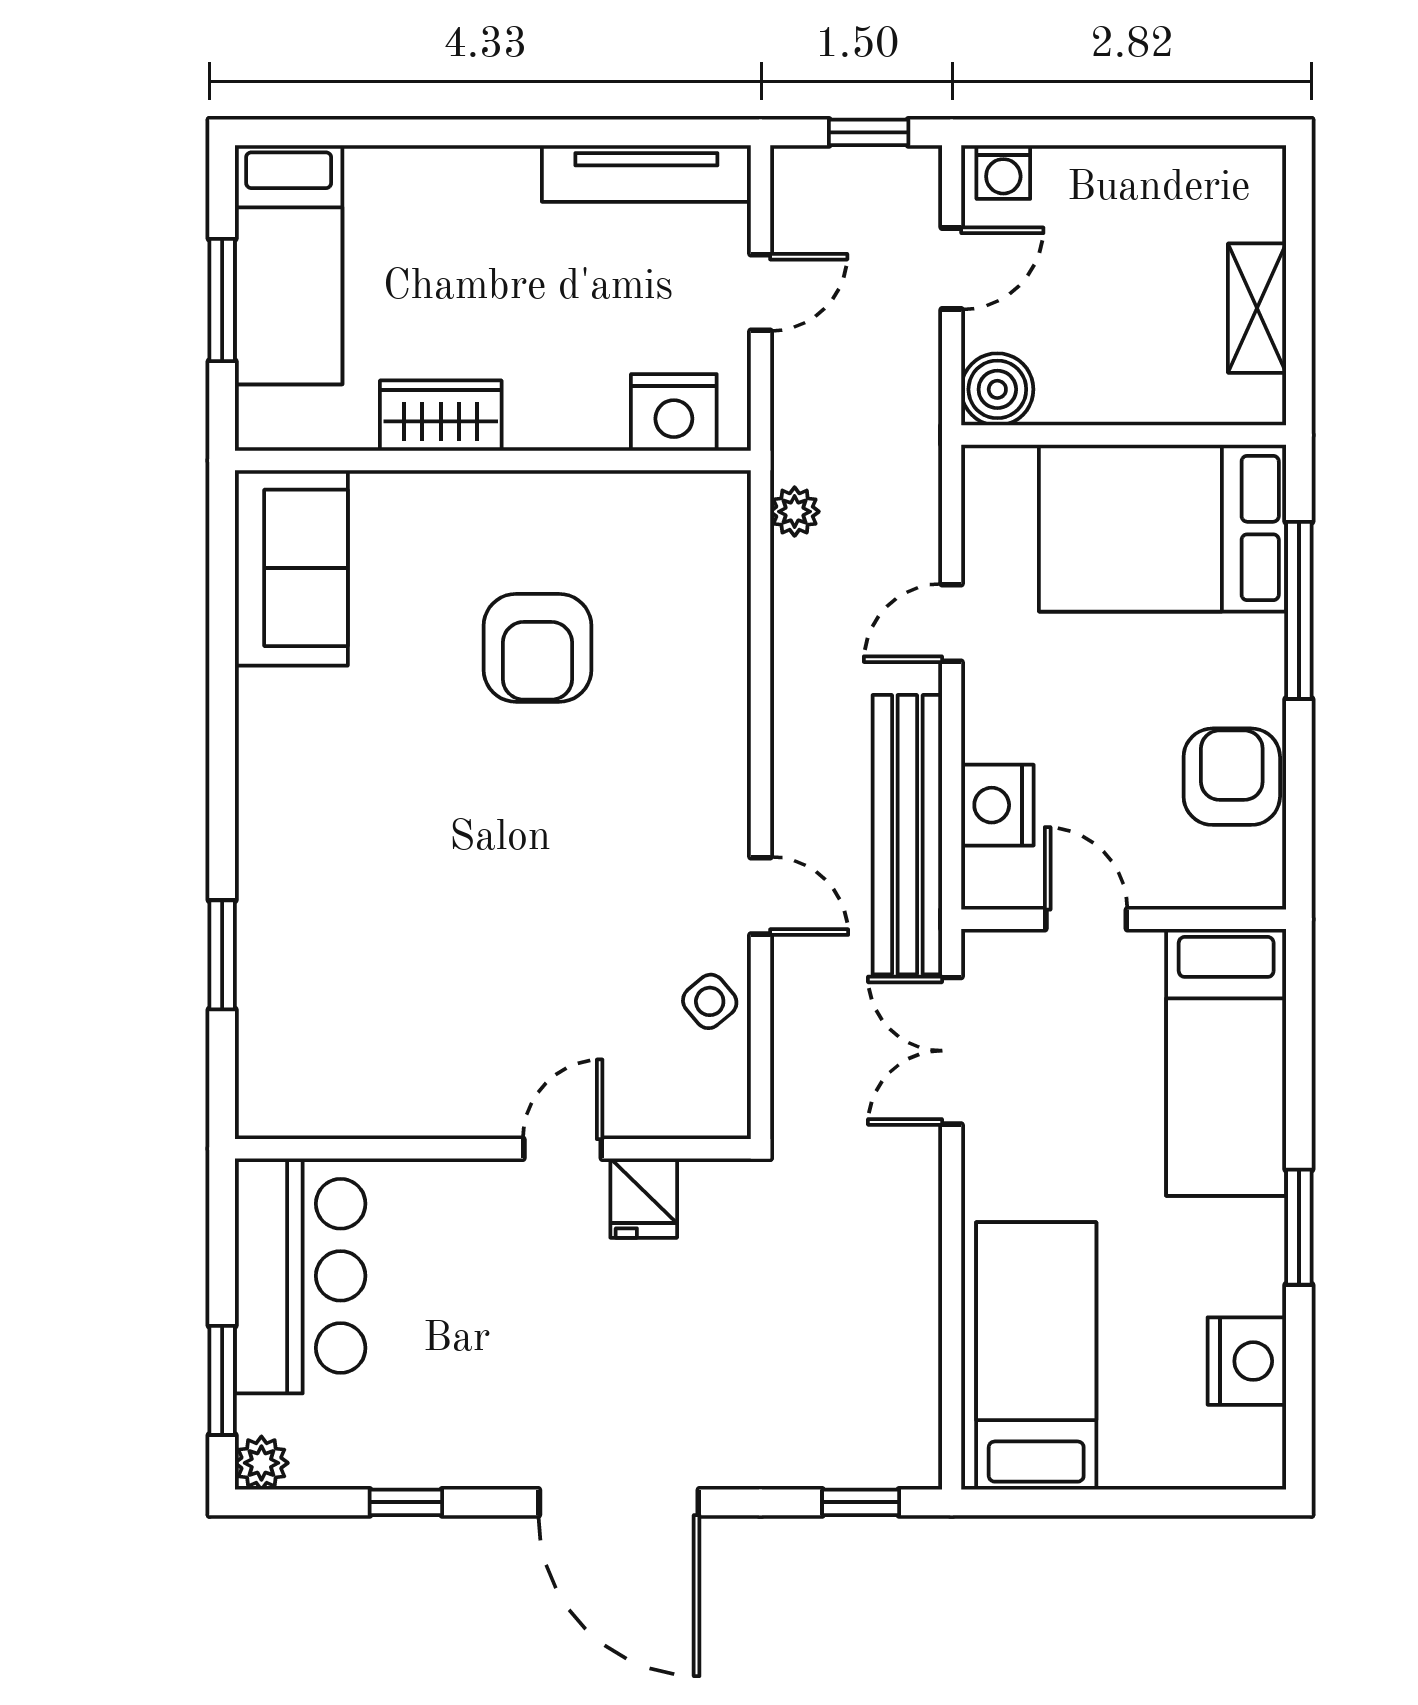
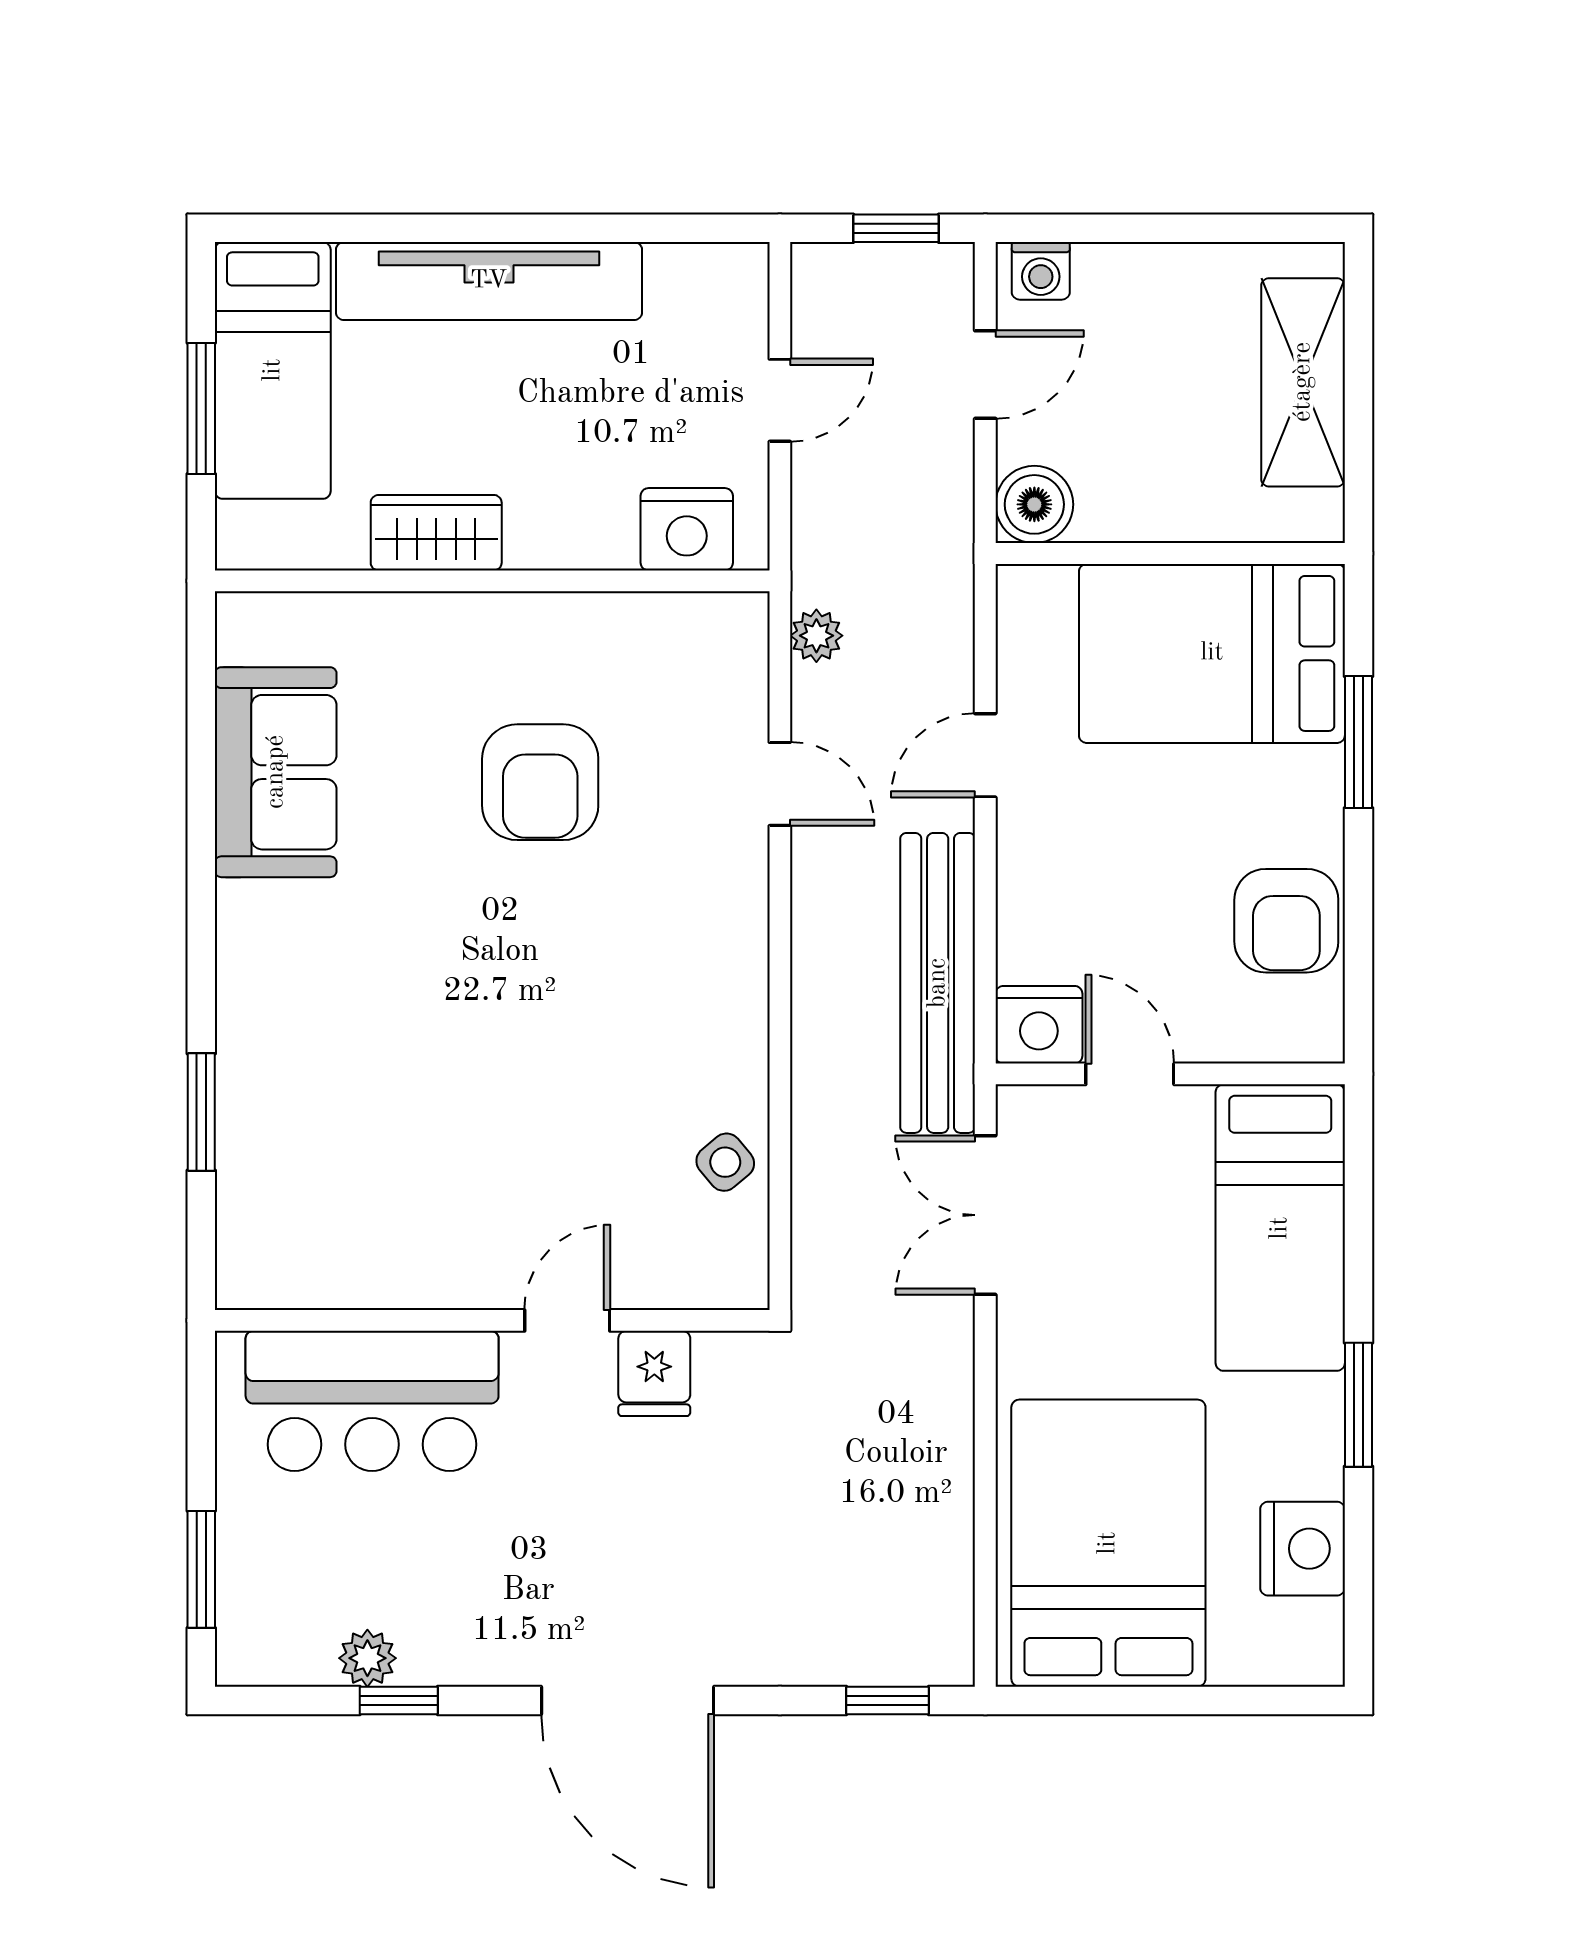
tv unit: (646, 173) -> (489, 281), moved, width x1.36, depth x1.29
shelving: (1257, 308) -> (1303, 382), width x1.50, depth x1.33
sofa: (291, 568) -> (276, 772), moved
window: (1299, 610) -> (1358, 742), width x0.69
armchair: (1232, 777) -> (1286, 921), turned 180
nightstand: (997, 805) -> (1039, 1025), moved, turned -90
door: (760, 896) -> (780, 784), moved
bar counter: (300, 1276) -> (372, 1401), moved, turned 90
bed: (1036, 1356) -> (1108, 1543), width x1.50
plant: (261, 1463) -> (367, 1658), moved

